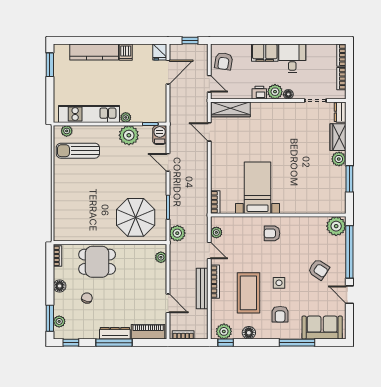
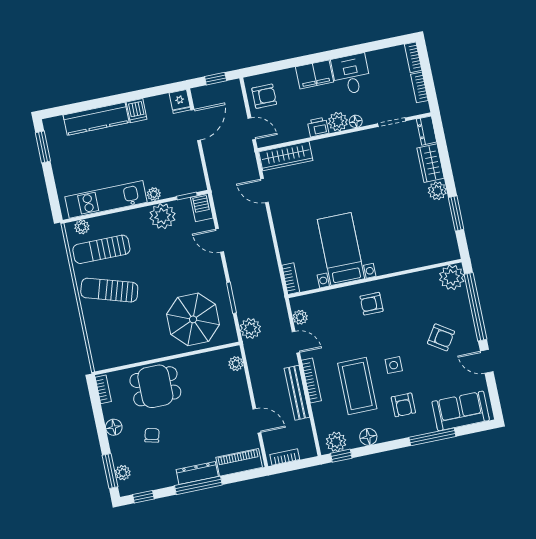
armchair: (224, 61) -> (264, 96), turned -99
sun lounger: (77, 182) -> (109, 290), added

